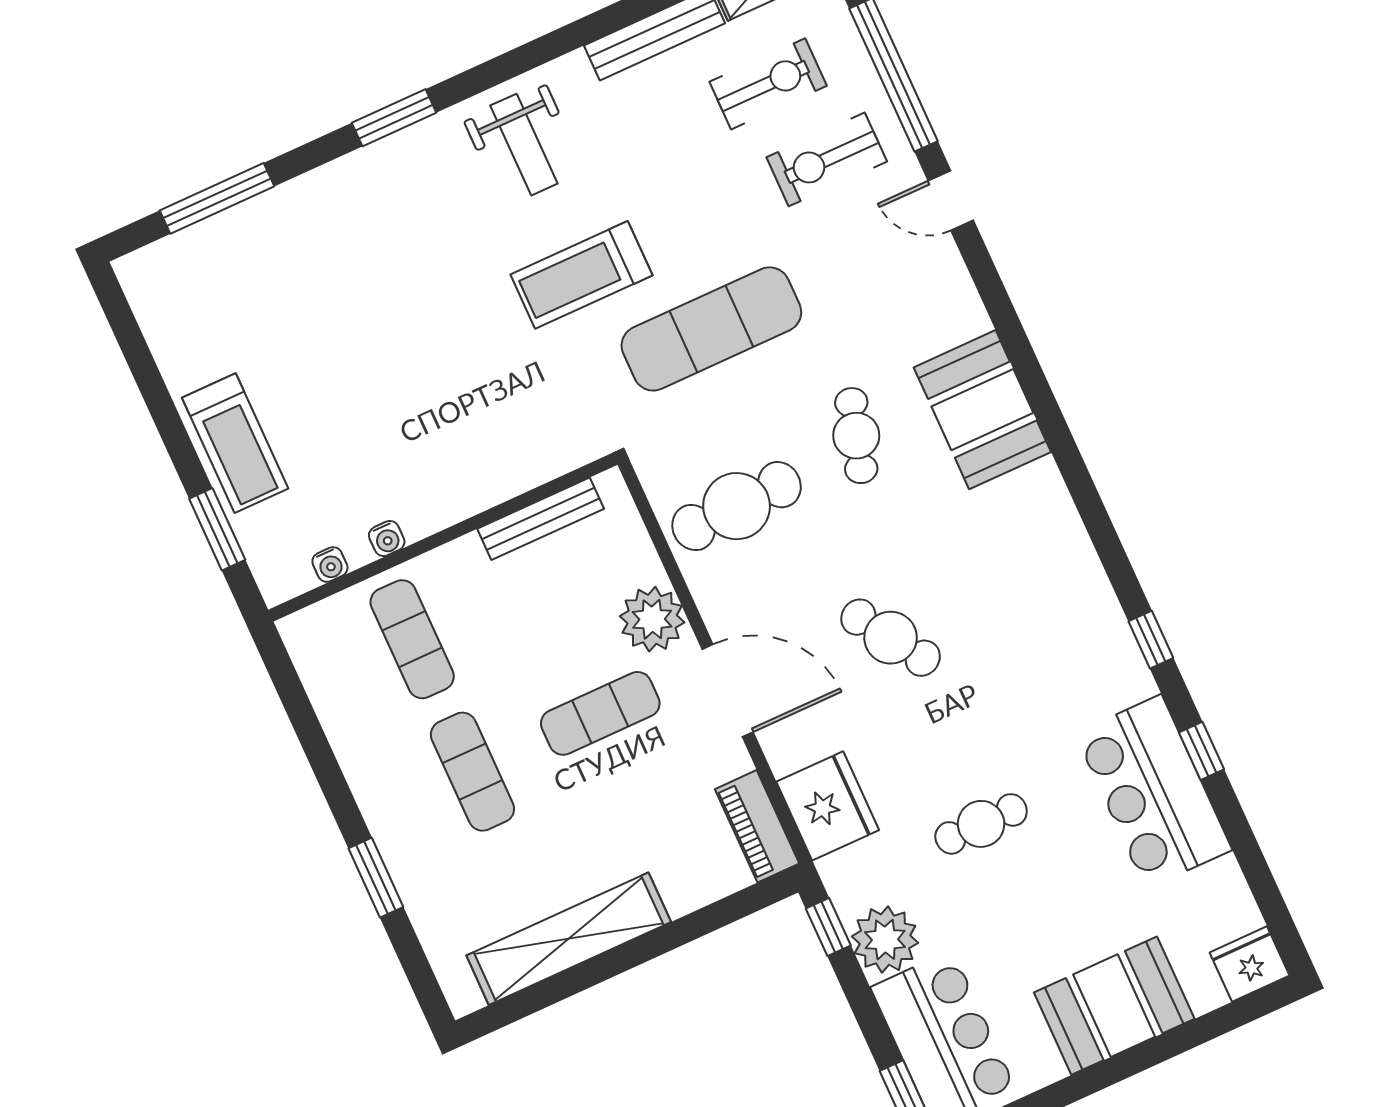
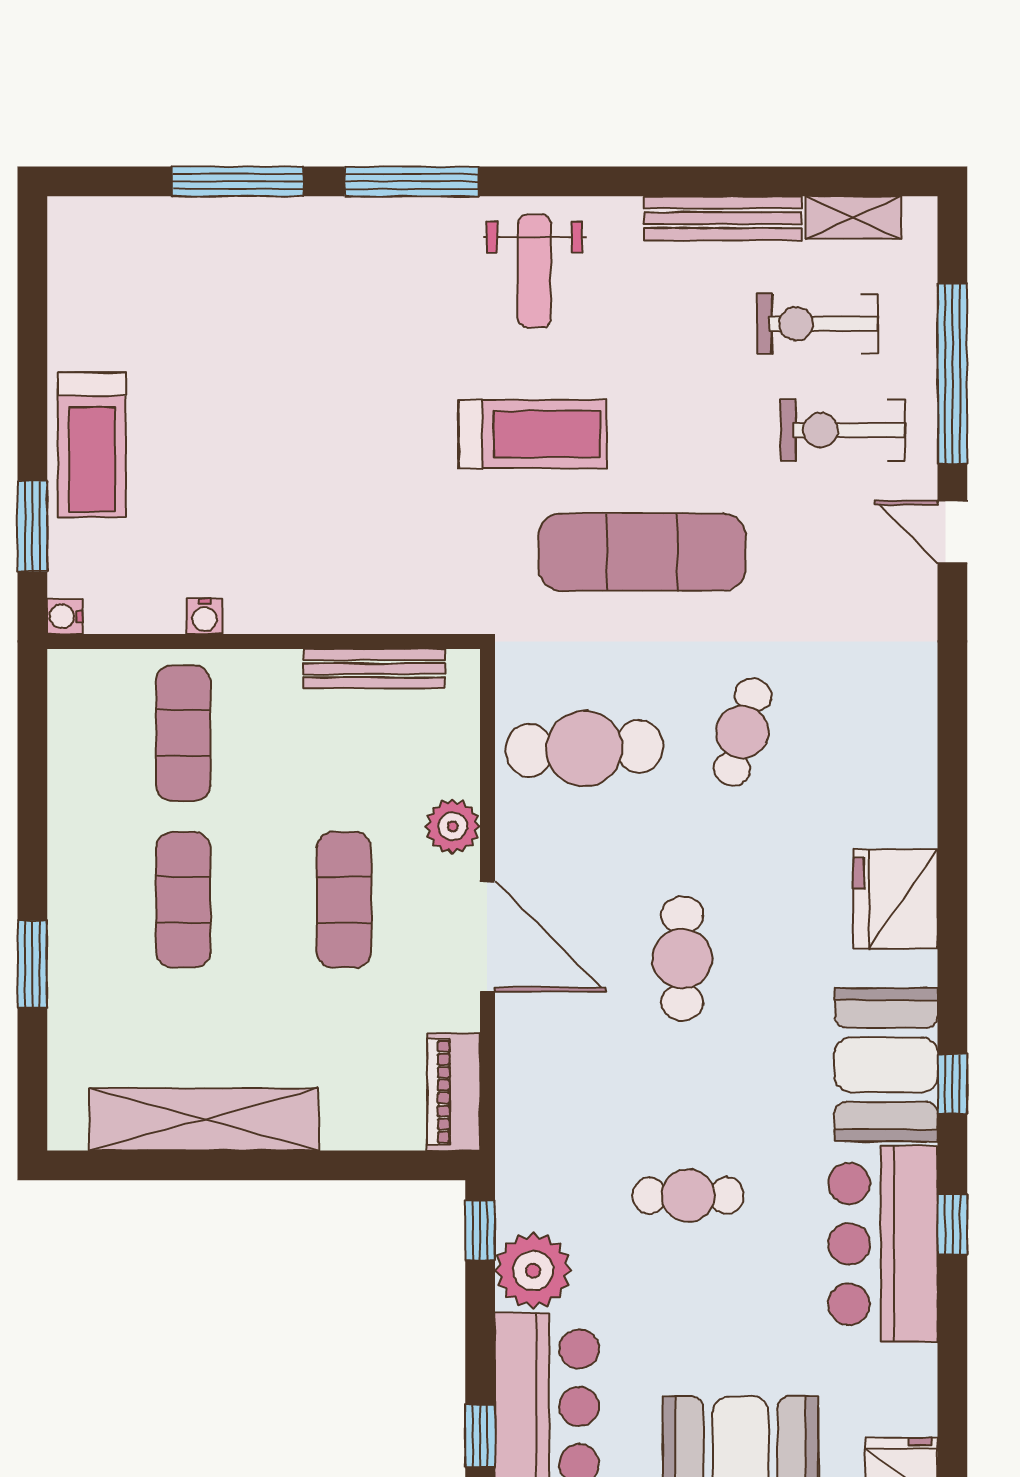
exercise bike: (768, 84) -> (818, 324), turned 180
window: (394, 118) -> (412, 181), width x1.44
window: (217, 198) -> (238, 181), moved
treadmill: (581, 275) -> (532, 434), turned 180
booth: (982, 410) -> (886, 1065), moved
water cooler: (330, 565) -> (65, 616), moved, turned 90
plant: (652, 619) -> (453, 826), width x0.73, depth x0.73
cafe table: (891, 638) -> (682, 959), turned 33
exercise mat: (600, 713) -> (344, 900), turned 90
fridge: (828, 806) -> (896, 899), moved, turned 180

